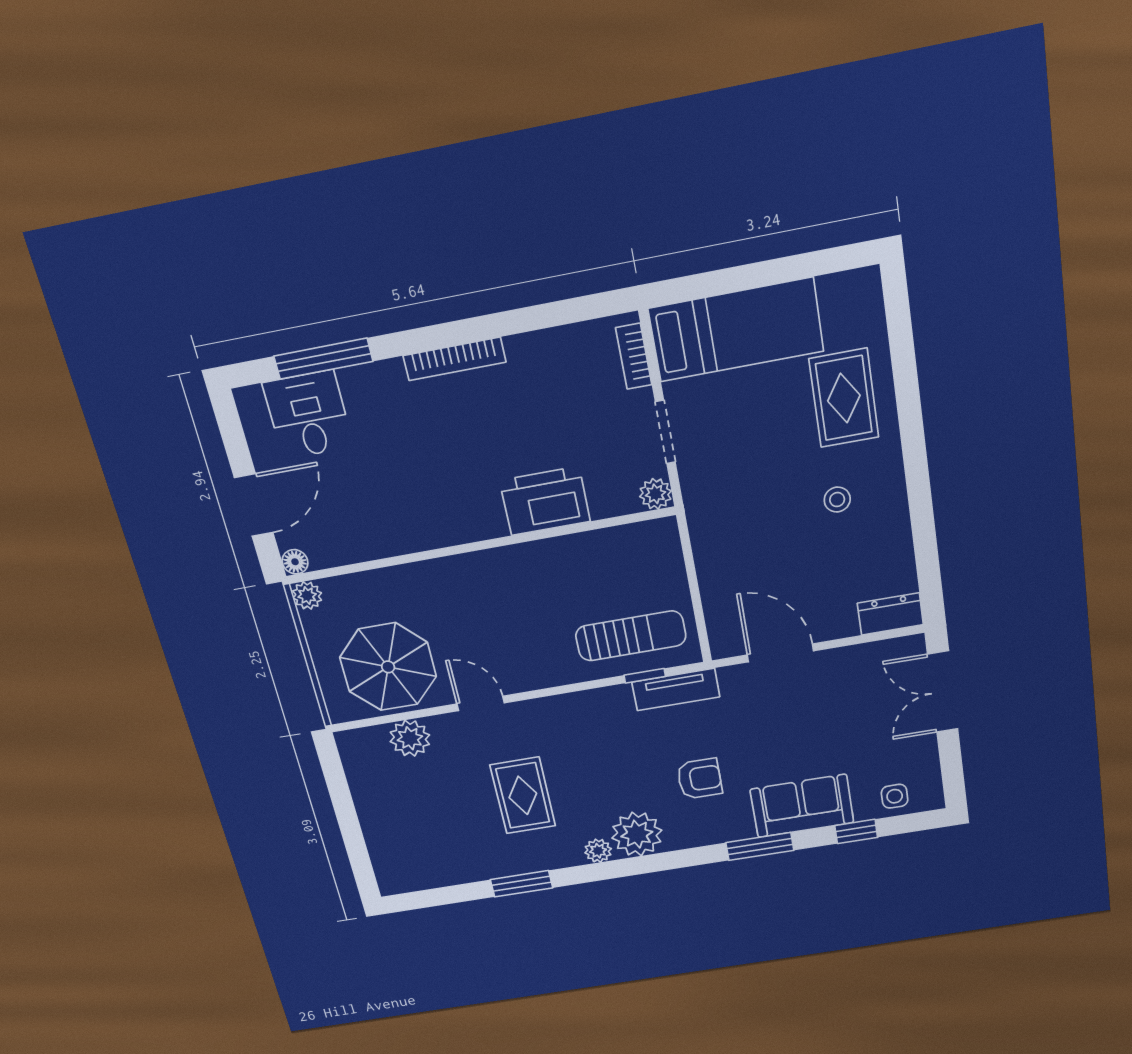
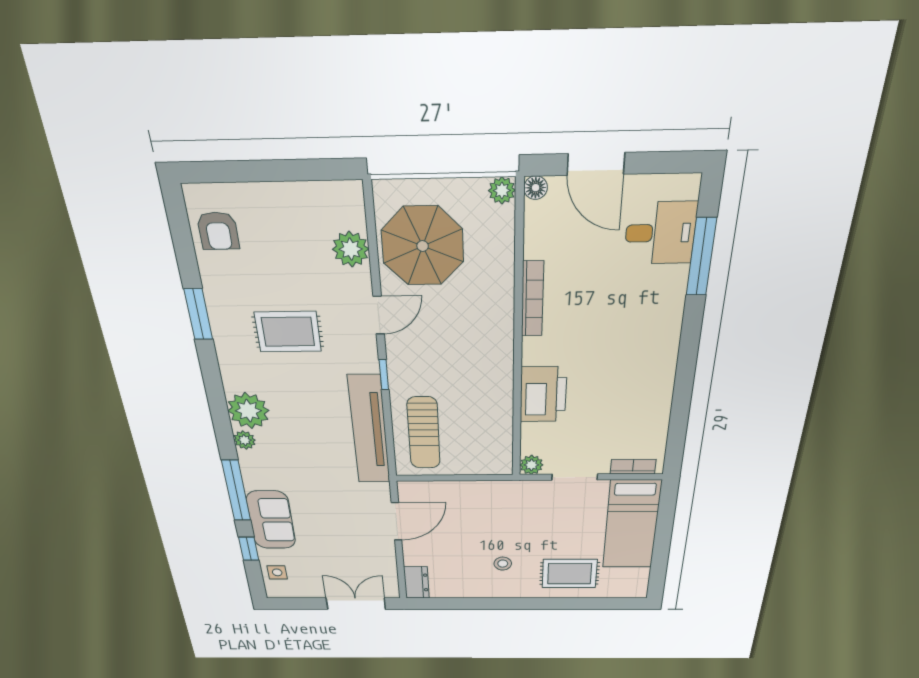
bookcase: (454, 359) -> (532, 299), moved, turned 180
window: (645, 676) -> (384, 375), moved
tv unit: (676, 689) -> (369, 430), width x1.92, depth x1.29
armchair: (700, 779) -> (218, 231), moved
window: (760, 846) -> (236, 491), width x1.44
plant: (598, 851) -> (245, 440), moved

